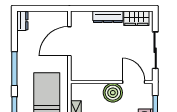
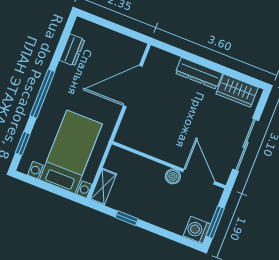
dresser: (22, 21) -> (72, 50), moved
boiler: (113, 93) -> (173, 176), width x0.54, depth x0.54

